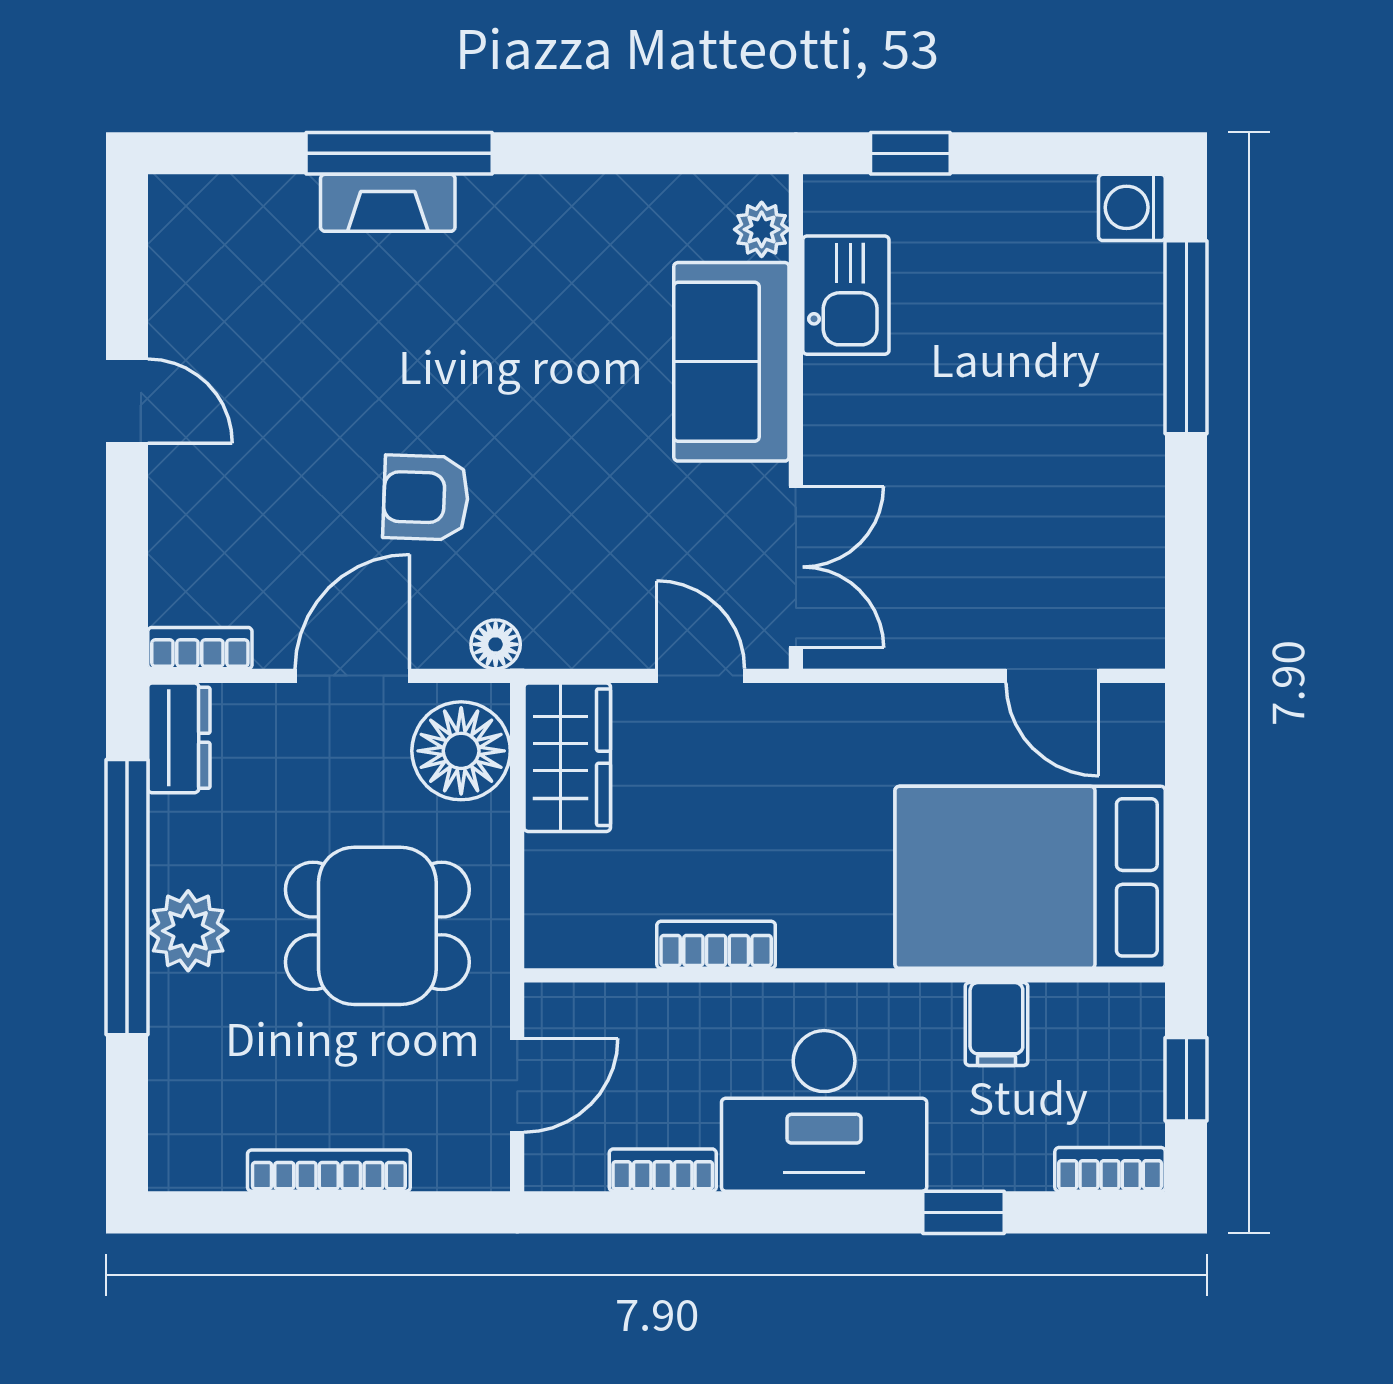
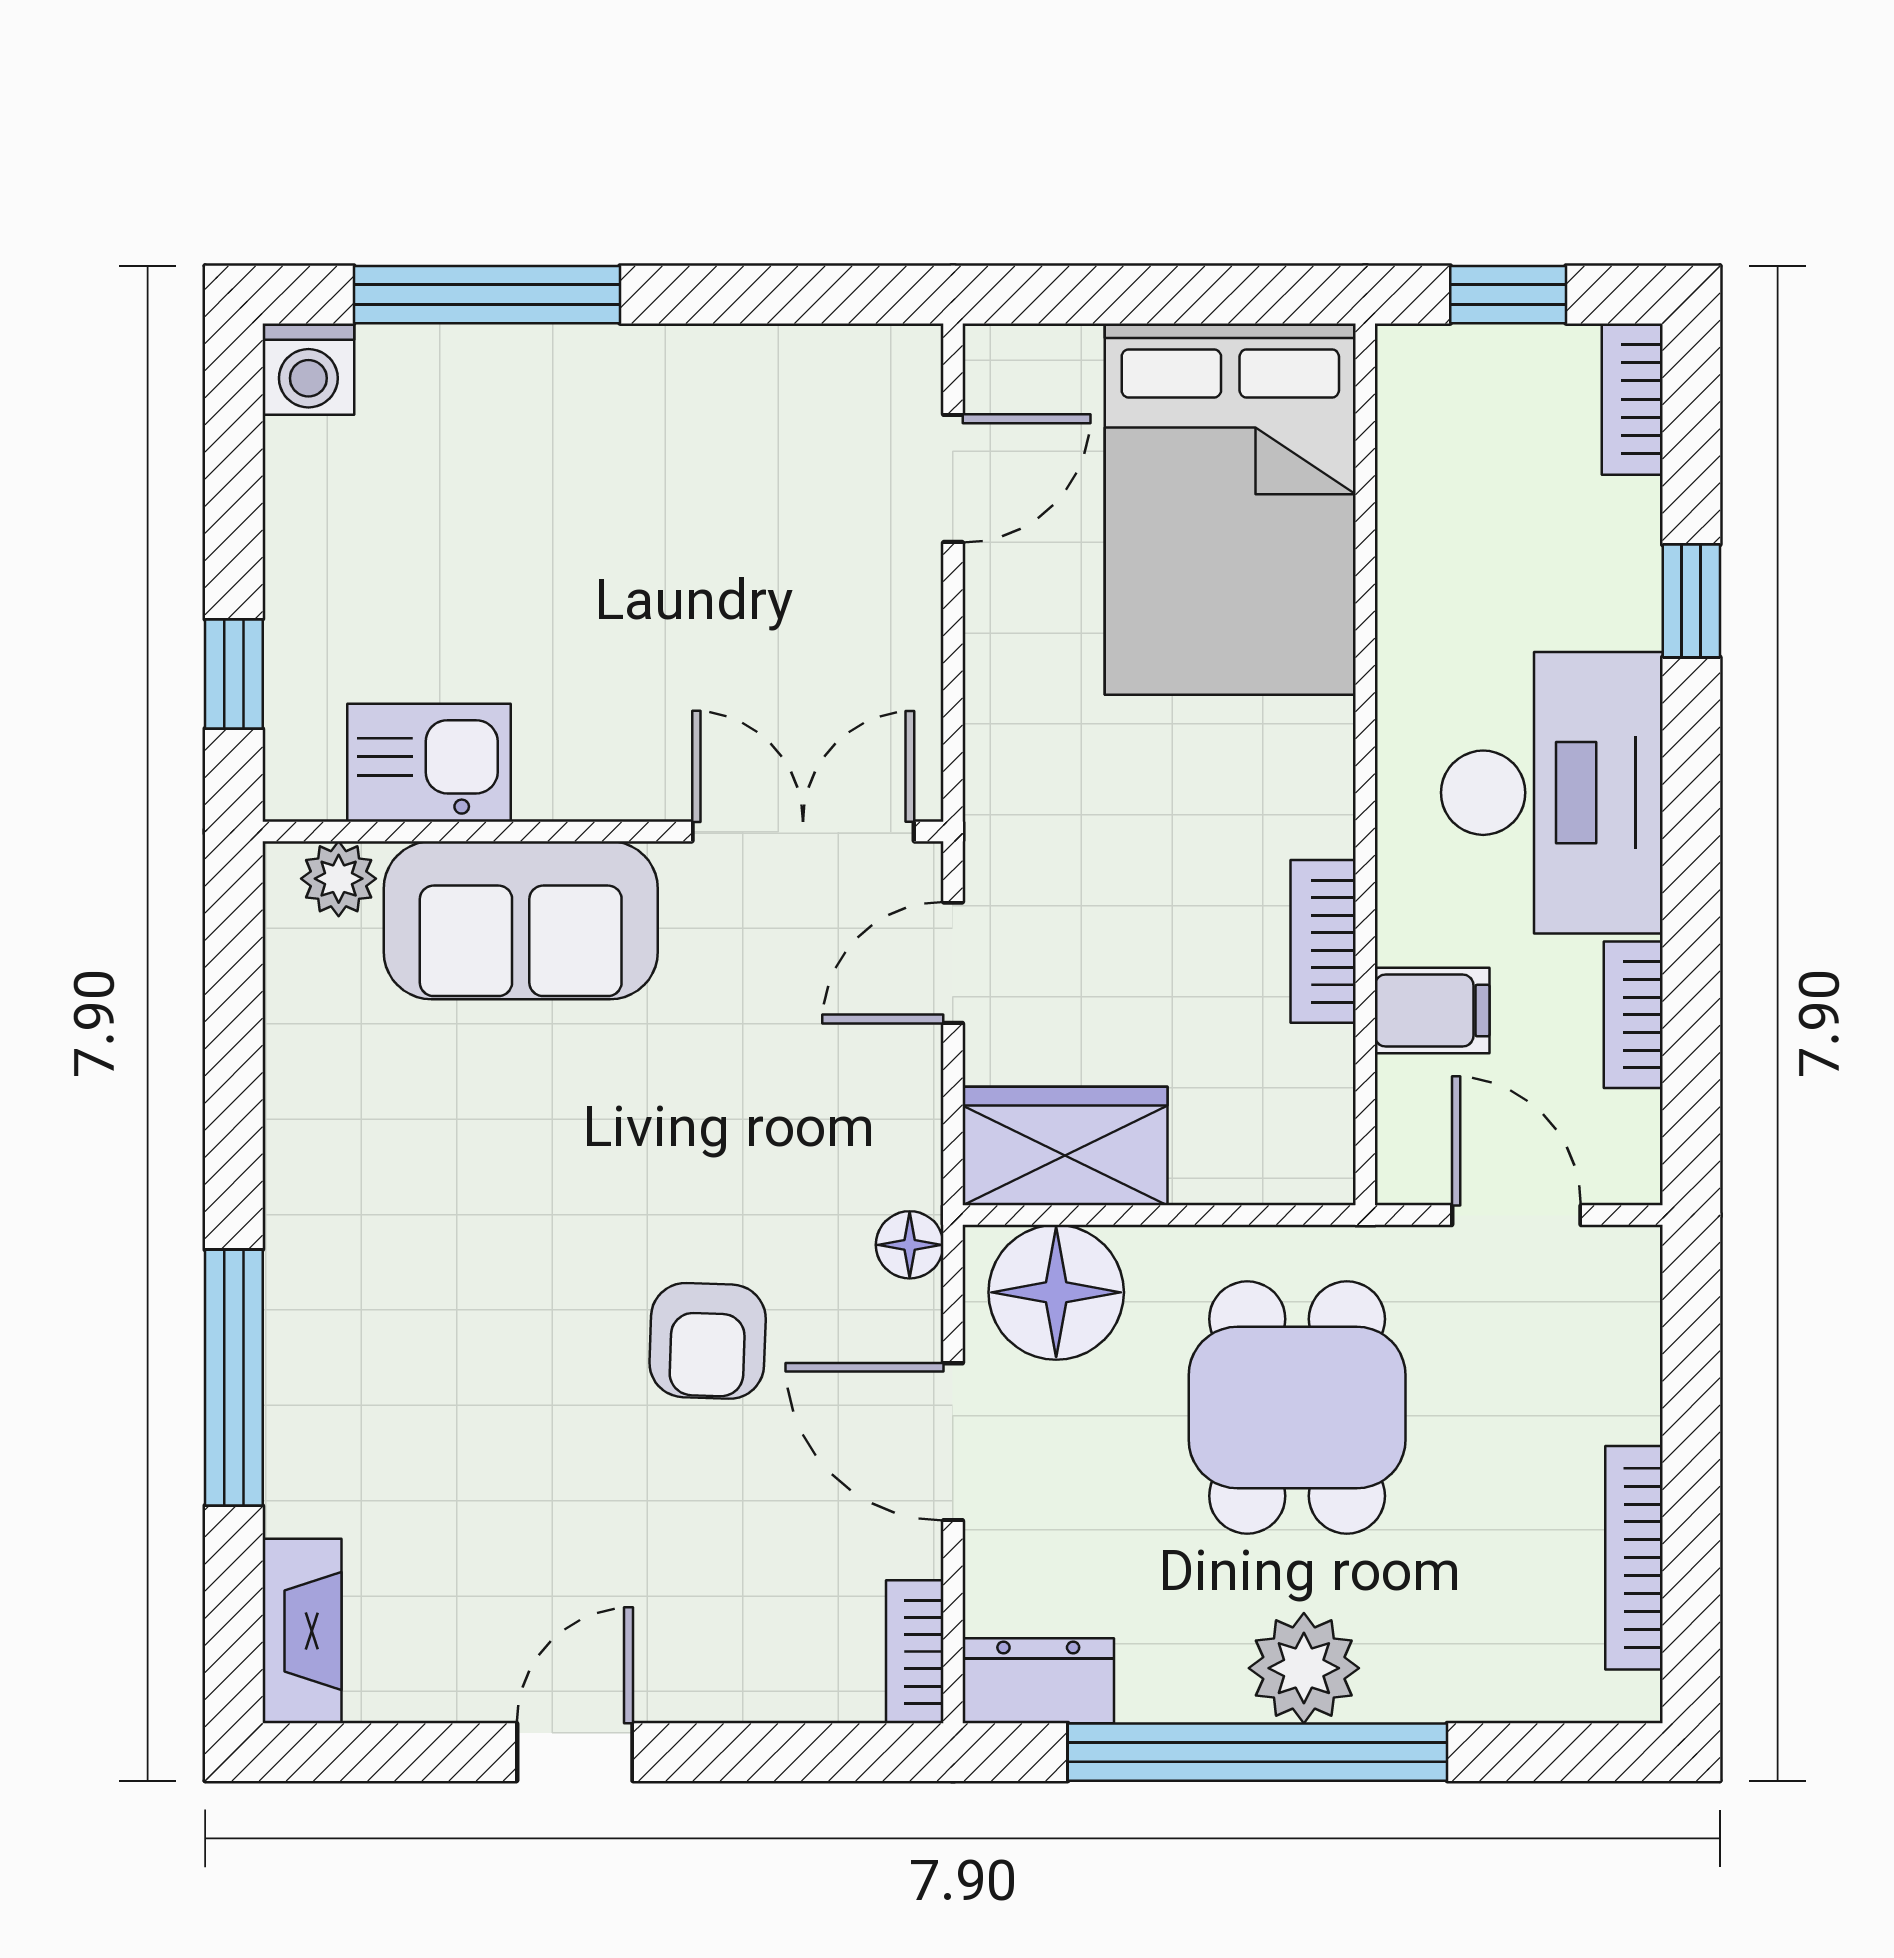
fireplace: (388, 203) -> (302, 1631), moved
filing cabinet: (996, 1024) -> (1432, 1011), moved
bookcase: (329, 1171) -> (1634, 1558), moved

